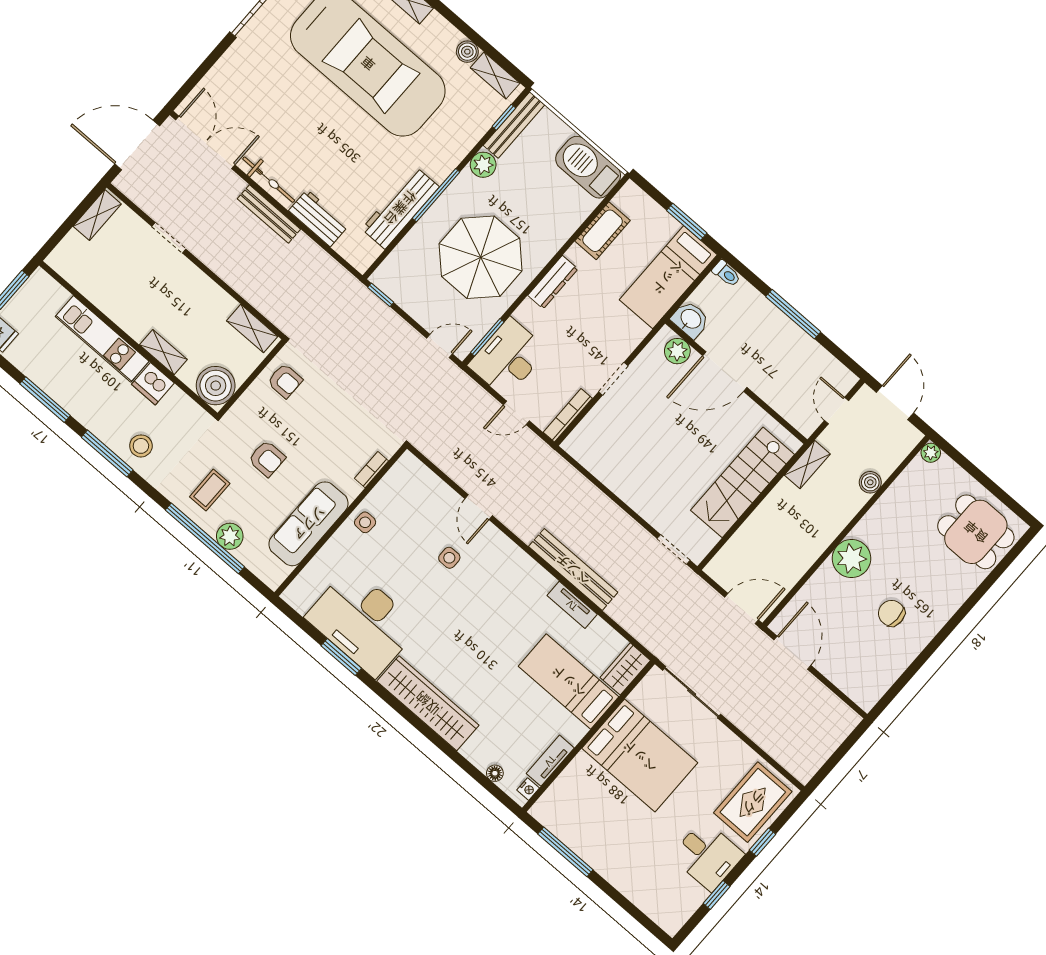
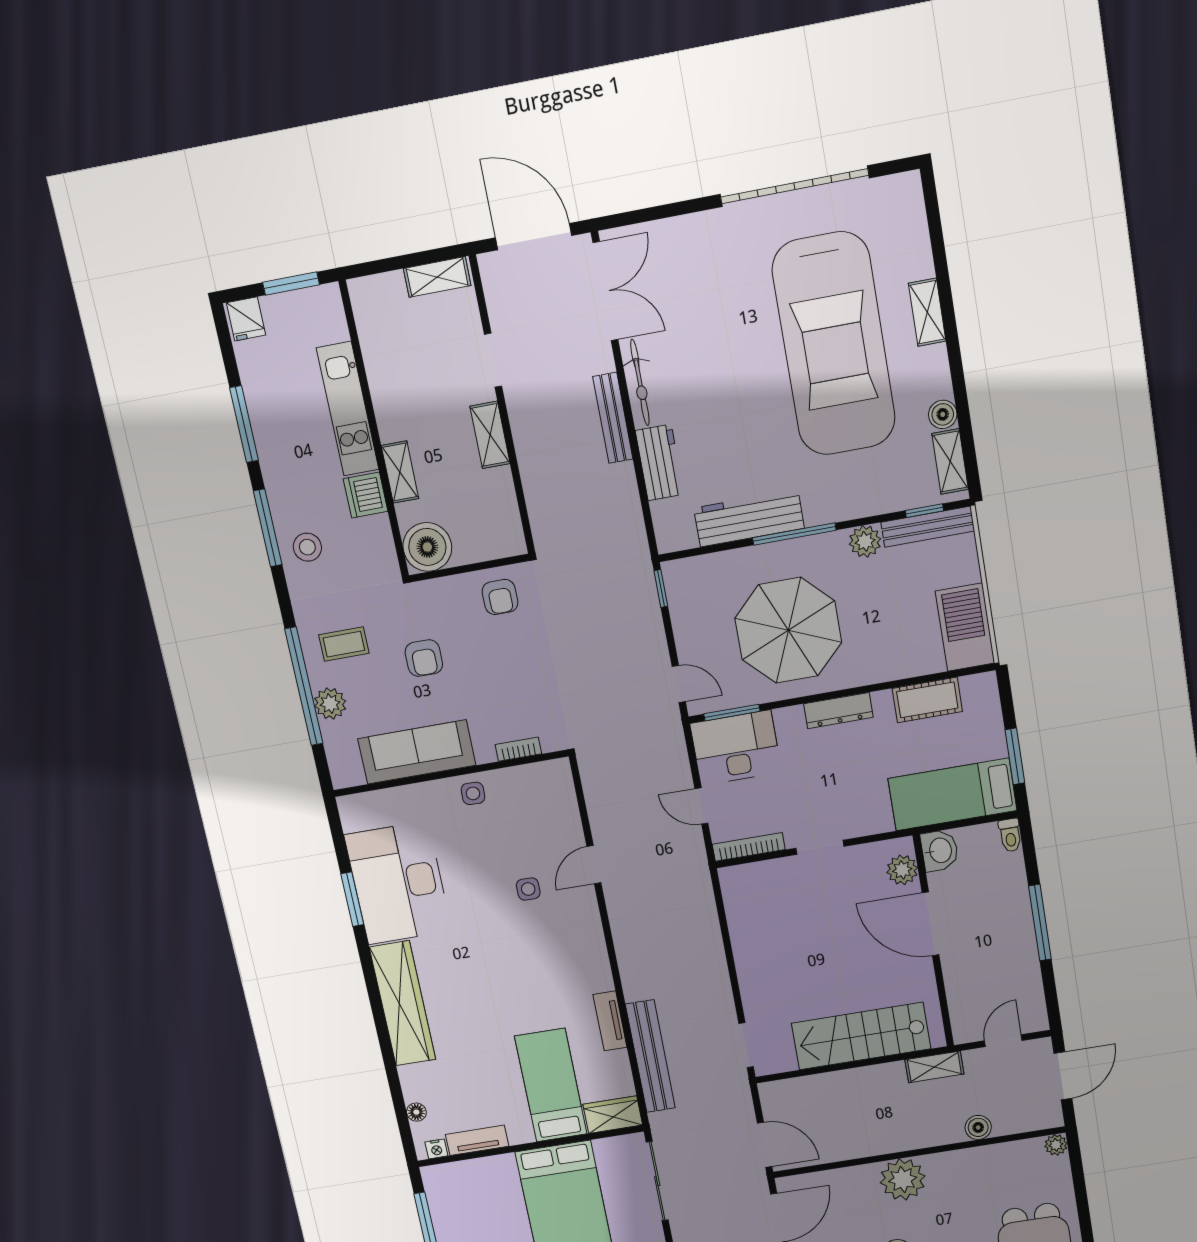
shelving: (252, 329) -> (490, 435), moved
bench: (573, 569) -> (650, 1056), moved

